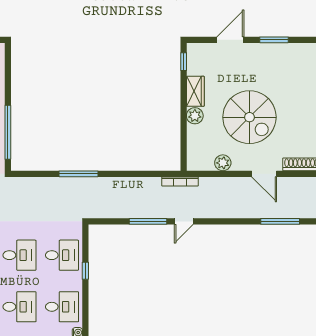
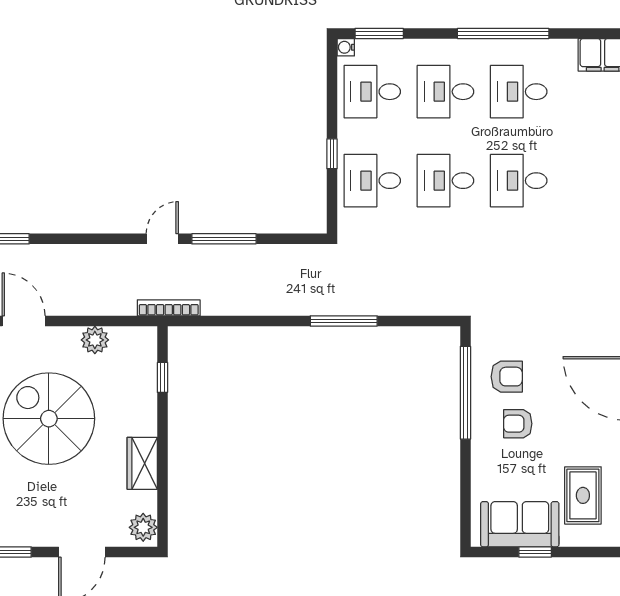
window: (184, 62) -> (162, 377), moved
plant: (195, 116) -> (143, 527), moved

